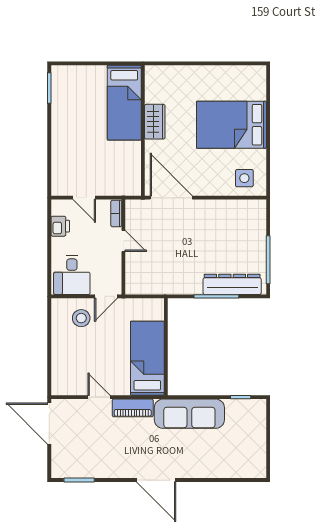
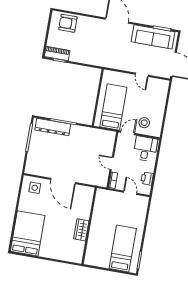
bed: (124, 103) -> (123, 248), moved
bed: (231, 125) -> (28, 233), moved, turned -90
door: (171, 198) -> (63, 181), moved
bed: (147, 358) -> (113, 107), moved, turned 180
piano: (133, 408) -> (57, 53), moved
sofa: (189, 414) -> (153, 37), moved, turned 180
armchair: (237, 461) -> (68, 23), added

